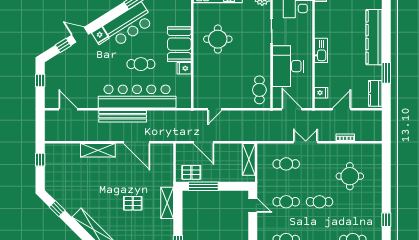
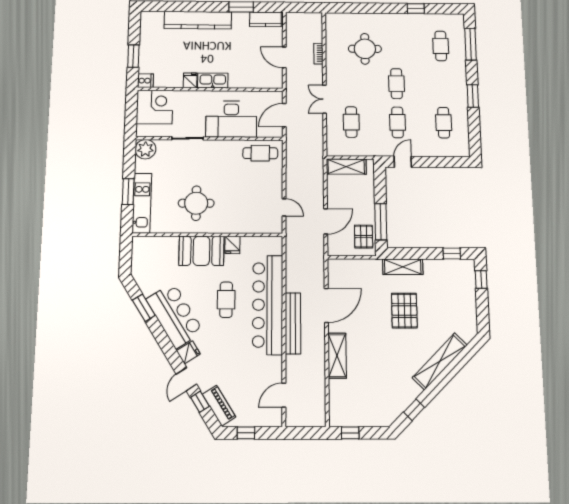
piano: (60, 60) -> (219, 406), added
fridge: (321, 93) -> (190, 80), moved
pallet: (133, 203) -> (404, 311), width x1.50, depth x1.42

